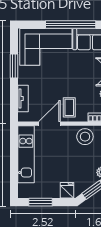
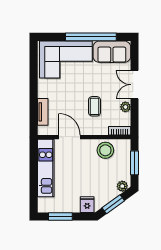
window: (14, 66) -> (34, 79), removed
coffee table: (69, 107) -> (94, 106), moved
door: (49, 124) -> (69, 137), hinge flipped

